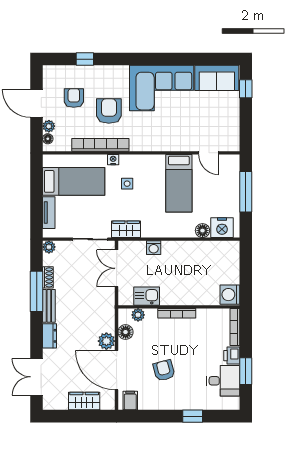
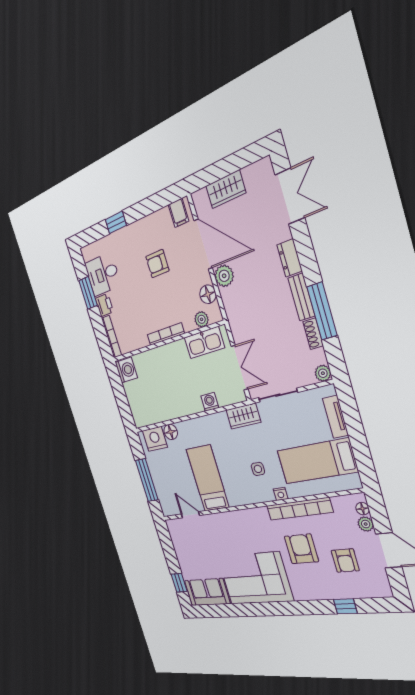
armchair: (109, 111) -> (301, 549), turned 180
kitchen sink: (147, 296) -> (204, 343), width x1.38
armchair: (164, 370) -> (157, 264), turned 105

